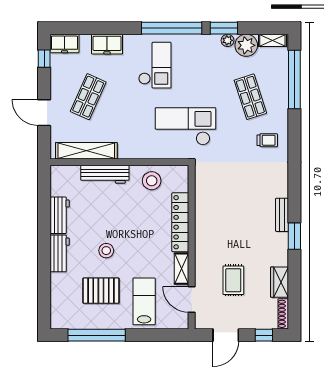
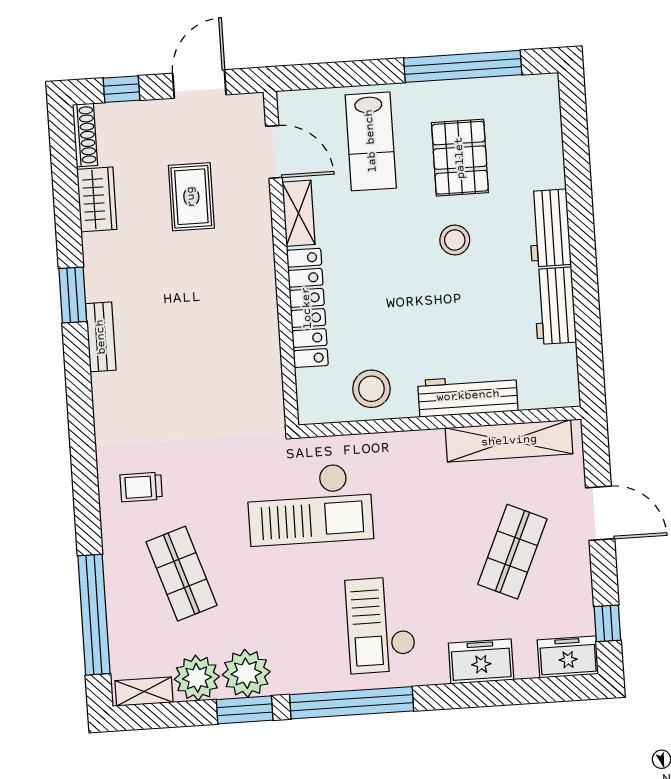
plant: (228, 40) -> (246, 673), width x1.88, depth x1.88
pallet: (101, 291) -> (460, 158), turned 90

